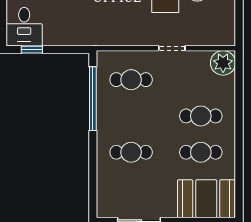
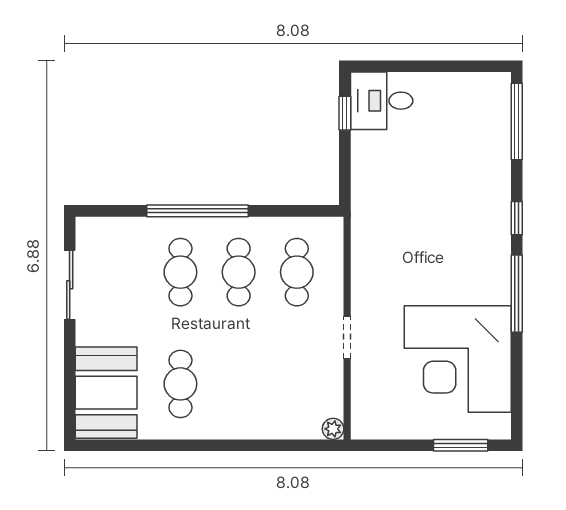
plant: (223, 63) -> (333, 429), width x0.53, depth x0.53
window: (93, 99) -> (198, 211), moved
cafe table: (201, 116) -> (239, 272), moved

